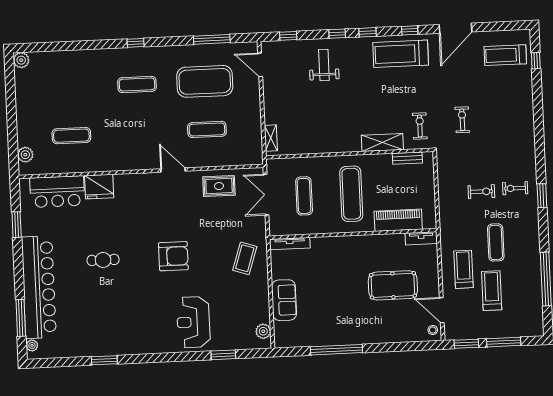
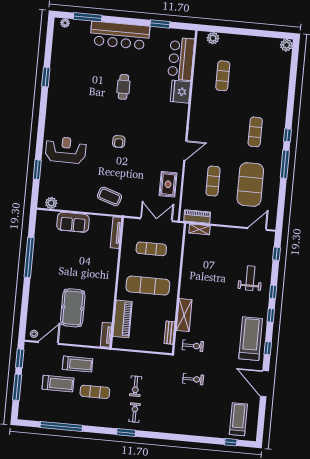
window: (212, 39) -> (285, 164), moved
weight bench: (324, 65) -> (250, 278), turned -90
piano: (255, 143) -> (197, 217), added
armchair: (173, 256) -> (119, 142), width x0.53, depth x0.53
bar counter: (39, 287) -> (120, 35), width x0.73

